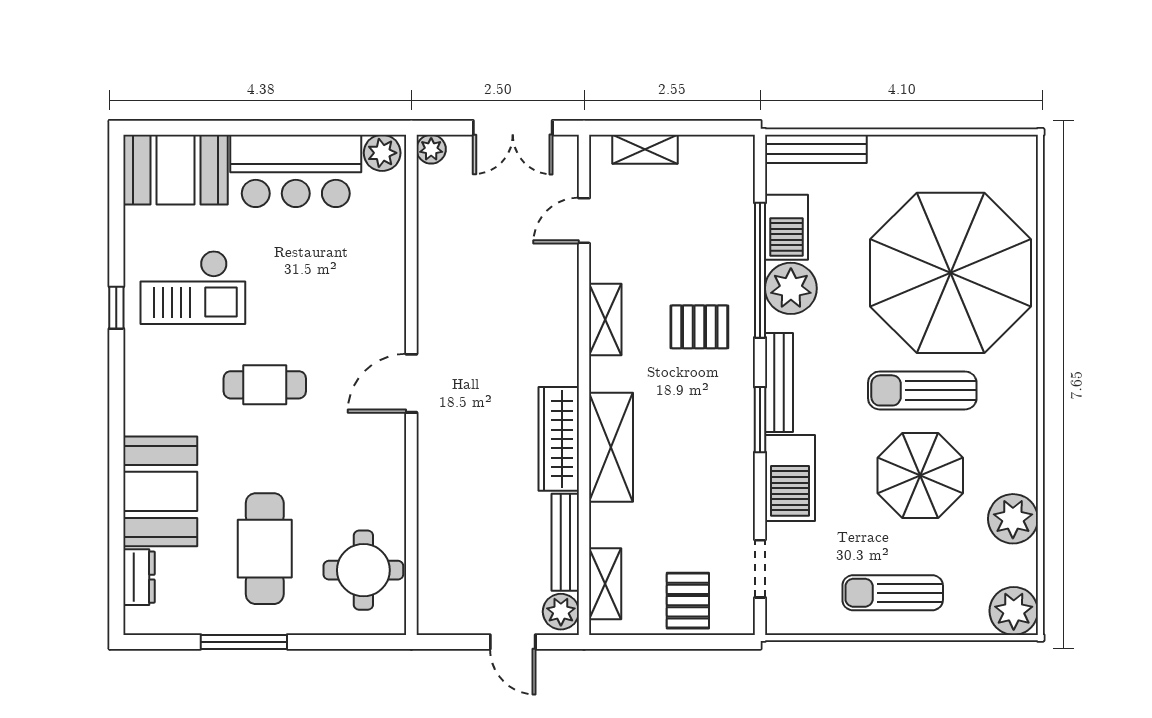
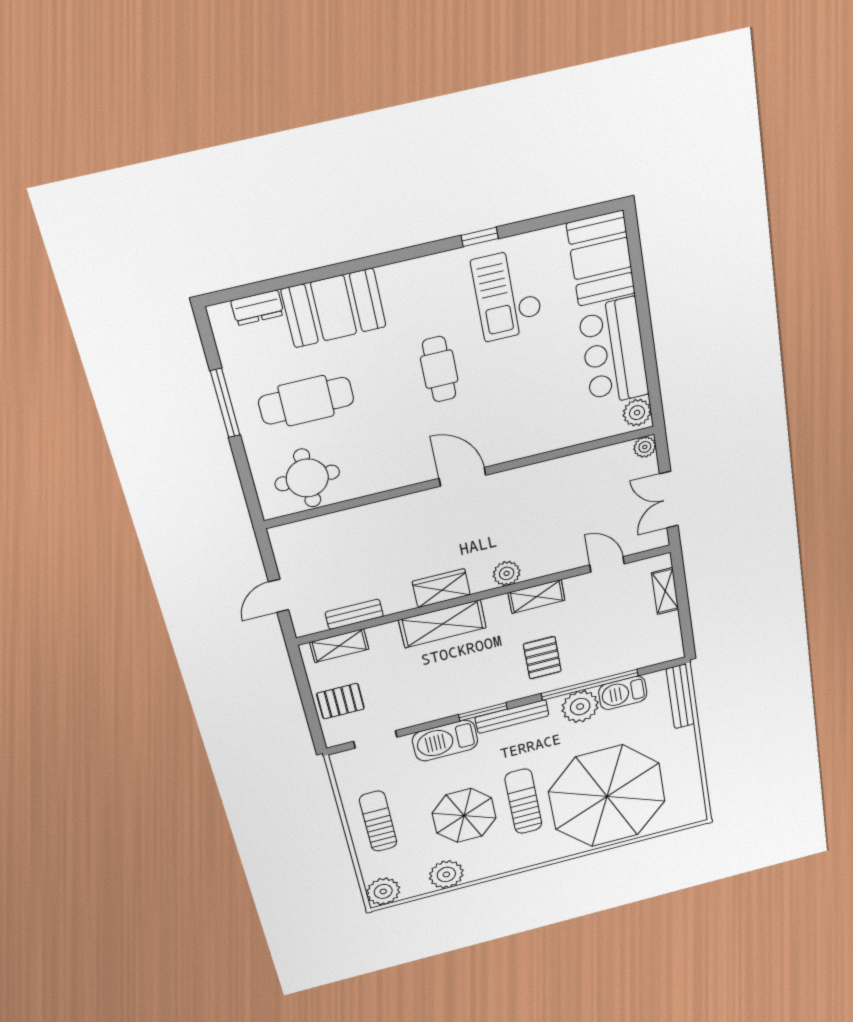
wardrobe: (559, 439) -> (441, 588), width x0.67
bench: (565, 542) -> (354, 614), width x0.73
plant: (561, 612) -> (507, 573), moved

